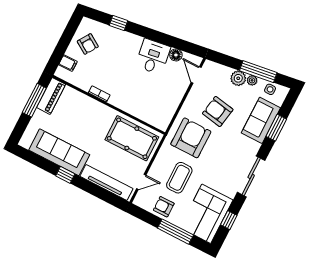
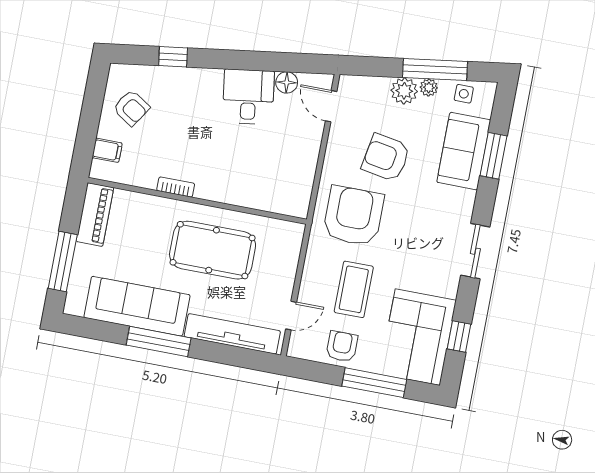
window: (34, 100) -> (63, 262), moved
pool table: (132, 138) -> (213, 250), moved
window: (65, 175) -> (159, 342), width x2.17
sliding door: (251, 176) -> (475, 251), width x0.73
armchair: (164, 207) -> (342, 346), turned 90

